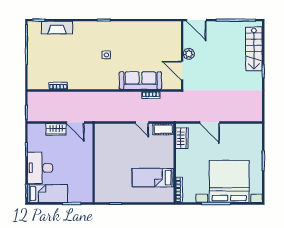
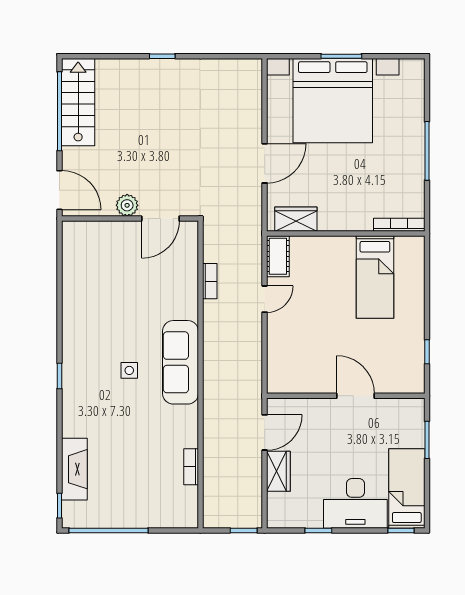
door: (196, 20) -> (59, 190), hinge flipped
stairs: (254, 49) -> (78, 102), moved, turned -90
sofa: (140, 81) -> (181, 362), moved
door: (94, 168) -> (356, 396), added
bed with nightstands: (229, 181) -> (333, 101), moved, turned -90

